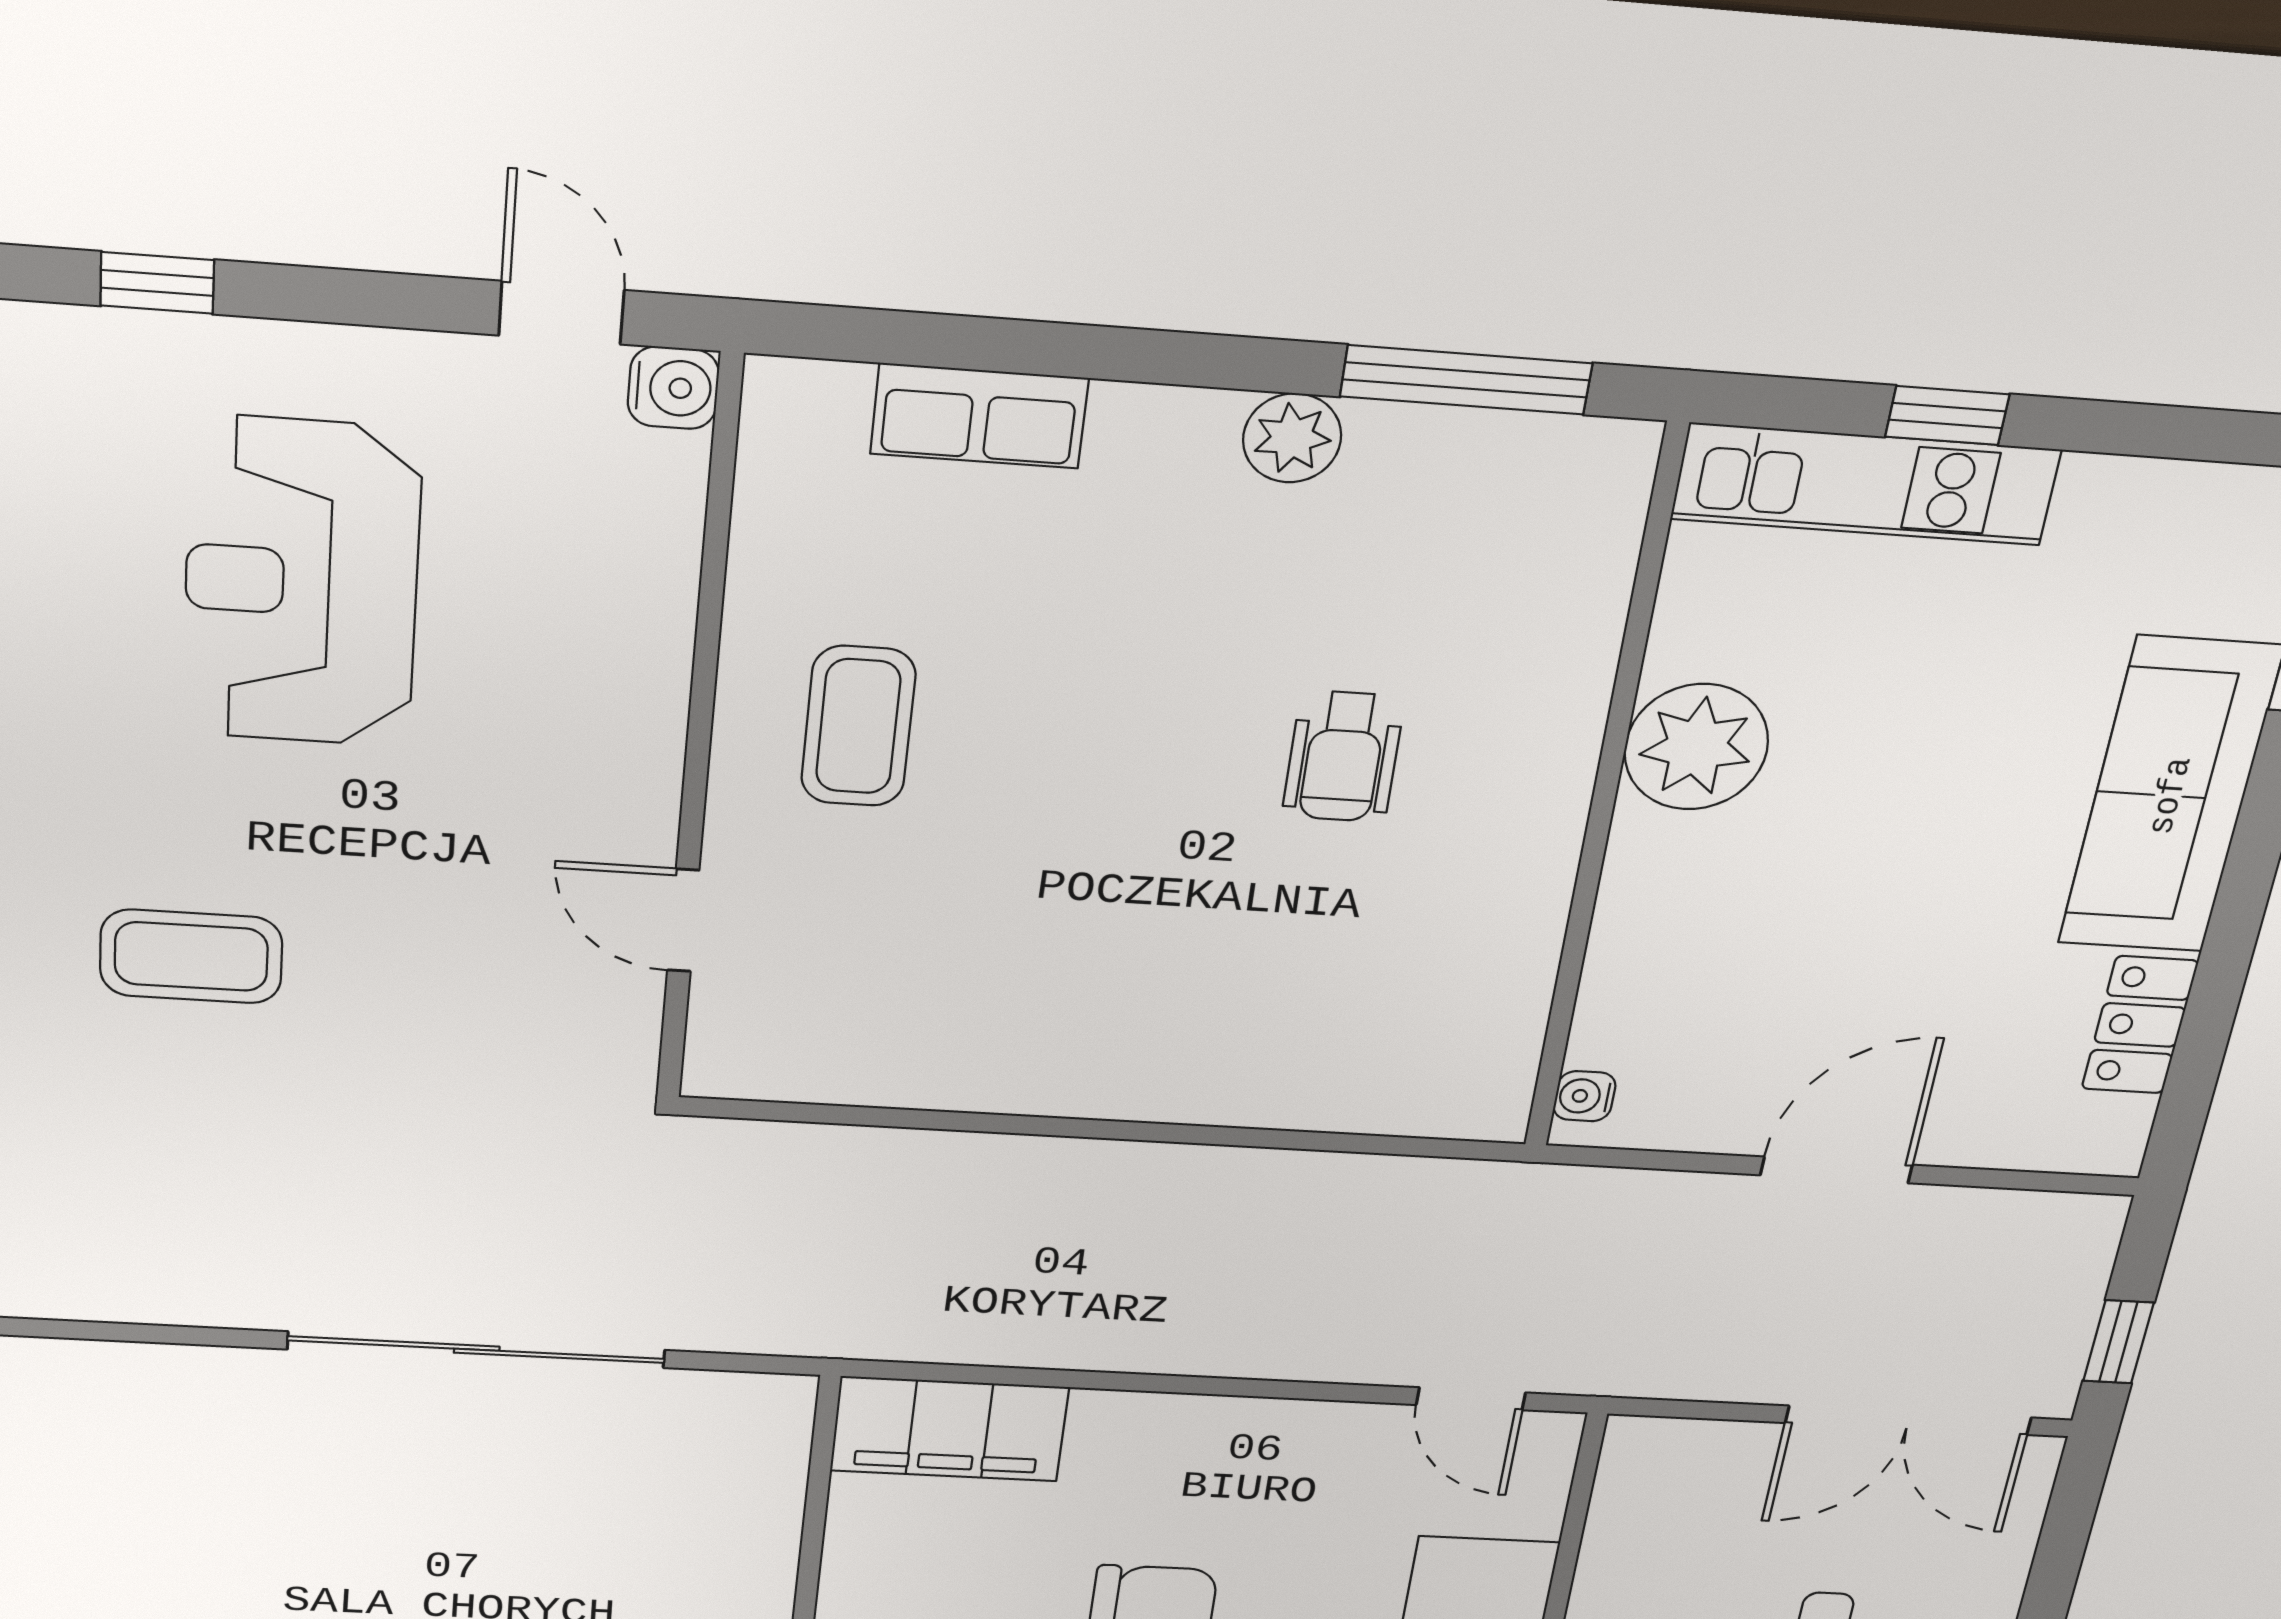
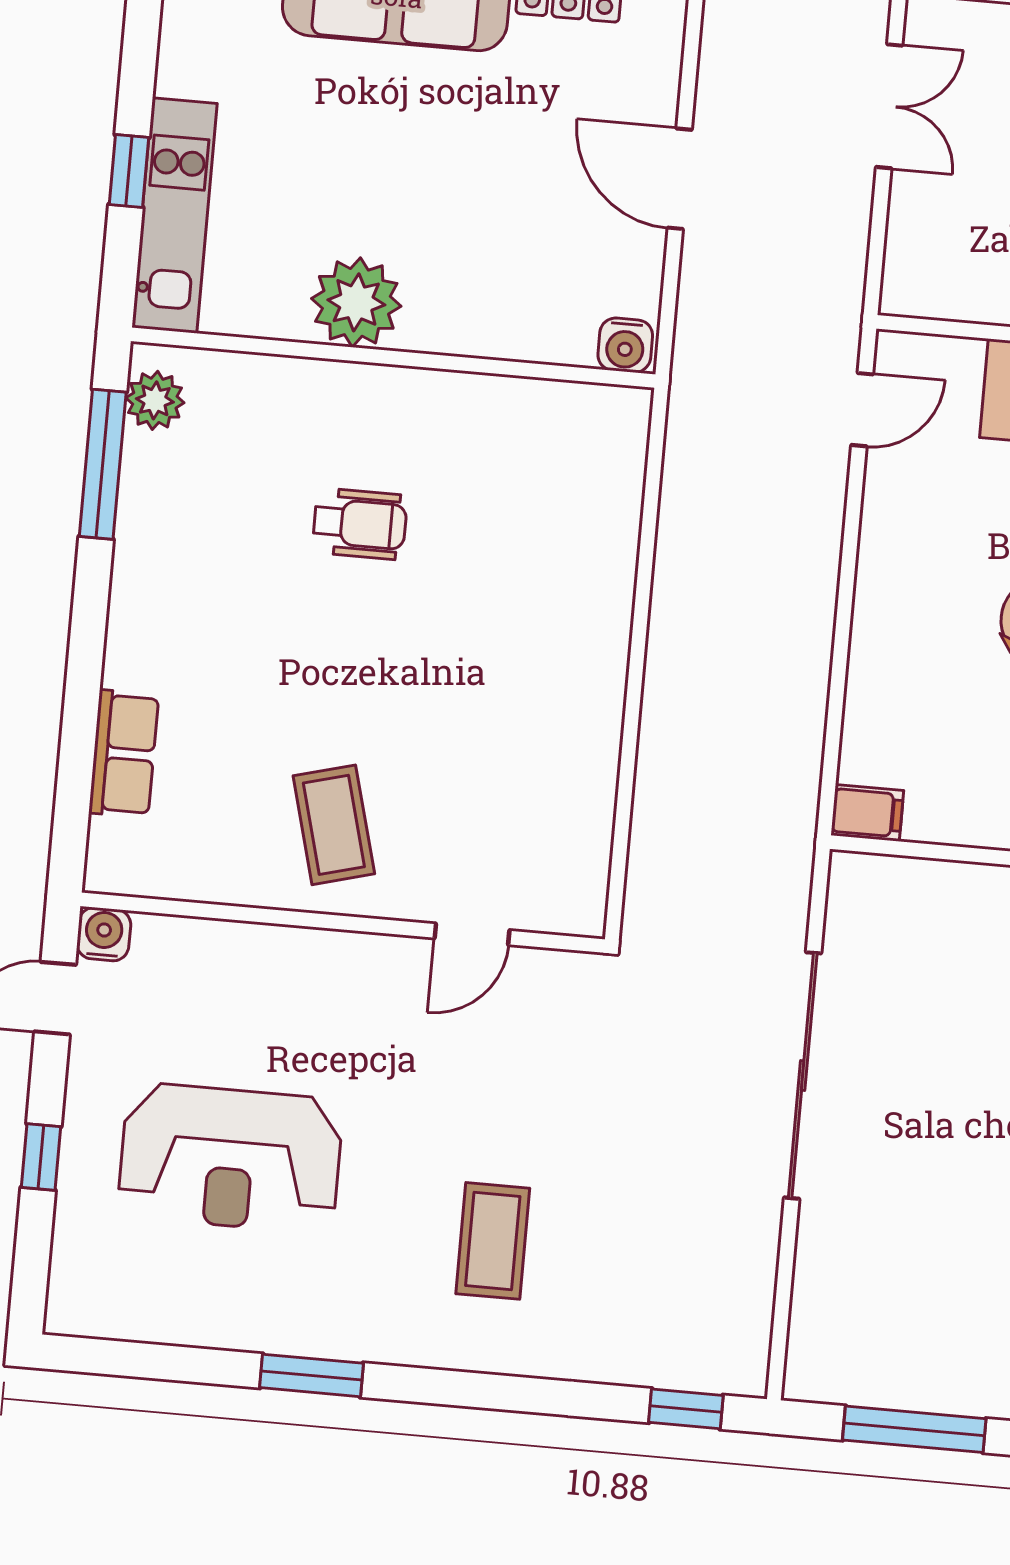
window: (157, 283) -> (41, 1157), moved
plant: (1292, 438) -> (155, 400), moved
coffee table: (858, 726) -> (334, 825), turned 75
water cooler: (1584, 1096) -> (625, 345), width x1.38, depth x1.38
double door: (1908, 1420) -> (889, 106), width x0.73
filing cabinet: (949, 1429) -> (867, 813), width x0.33, depth x0.86

